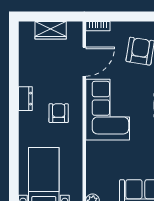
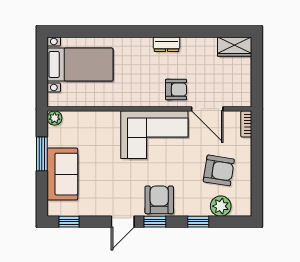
wardrobe: (51, 30) -> (235, 47), moved, turned -90
armchair: (59, 113) -> (176, 90), moved

